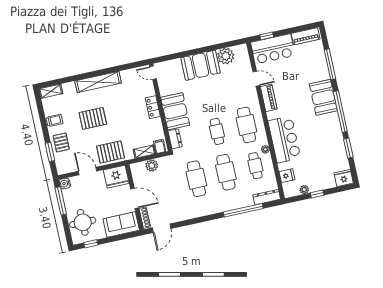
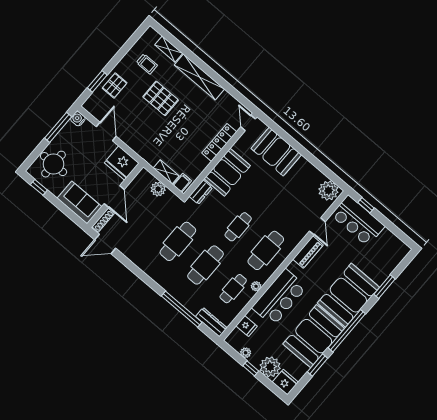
piano: (306, 36) -> (394, 243), removed
plant: (226, 56) -> (328, 191), moved
window: (330, 64) -> (384, 287), width x0.69
booth: (200, 65) -> (276, 152), moved
shelving: (51, 91) -> (169, 49), moved
booth: (323, 97) -> (348, 295), width x1.36, depth x1.42
locker: (153, 107) -> (219, 143), width x1.53
trolley: (54, 120) -> (147, 64), moved
booth: (327, 136) -> (314, 336), added
pallet: (111, 152) -> (141, 140), removed
plant: (326, 180) -> (270, 367), added

